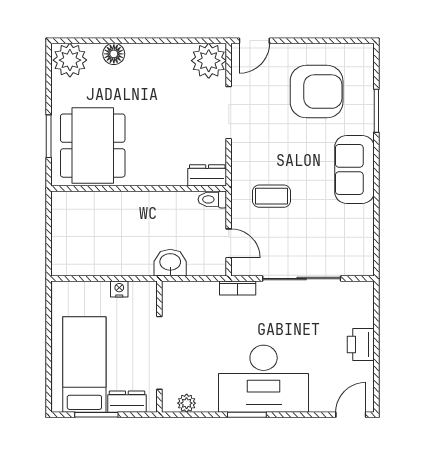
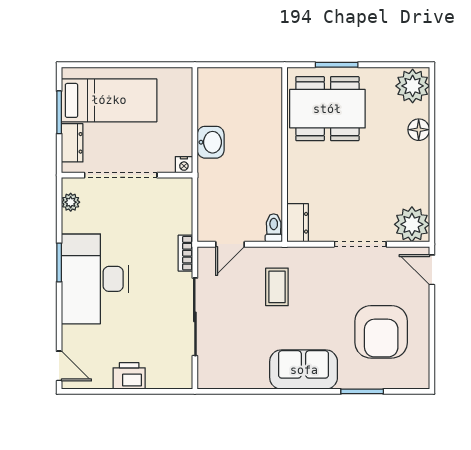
washbasin: (170, 263) -> (211, 142), moved
nightstand: (119, 289) -> (184, 165), moved, turned 90

